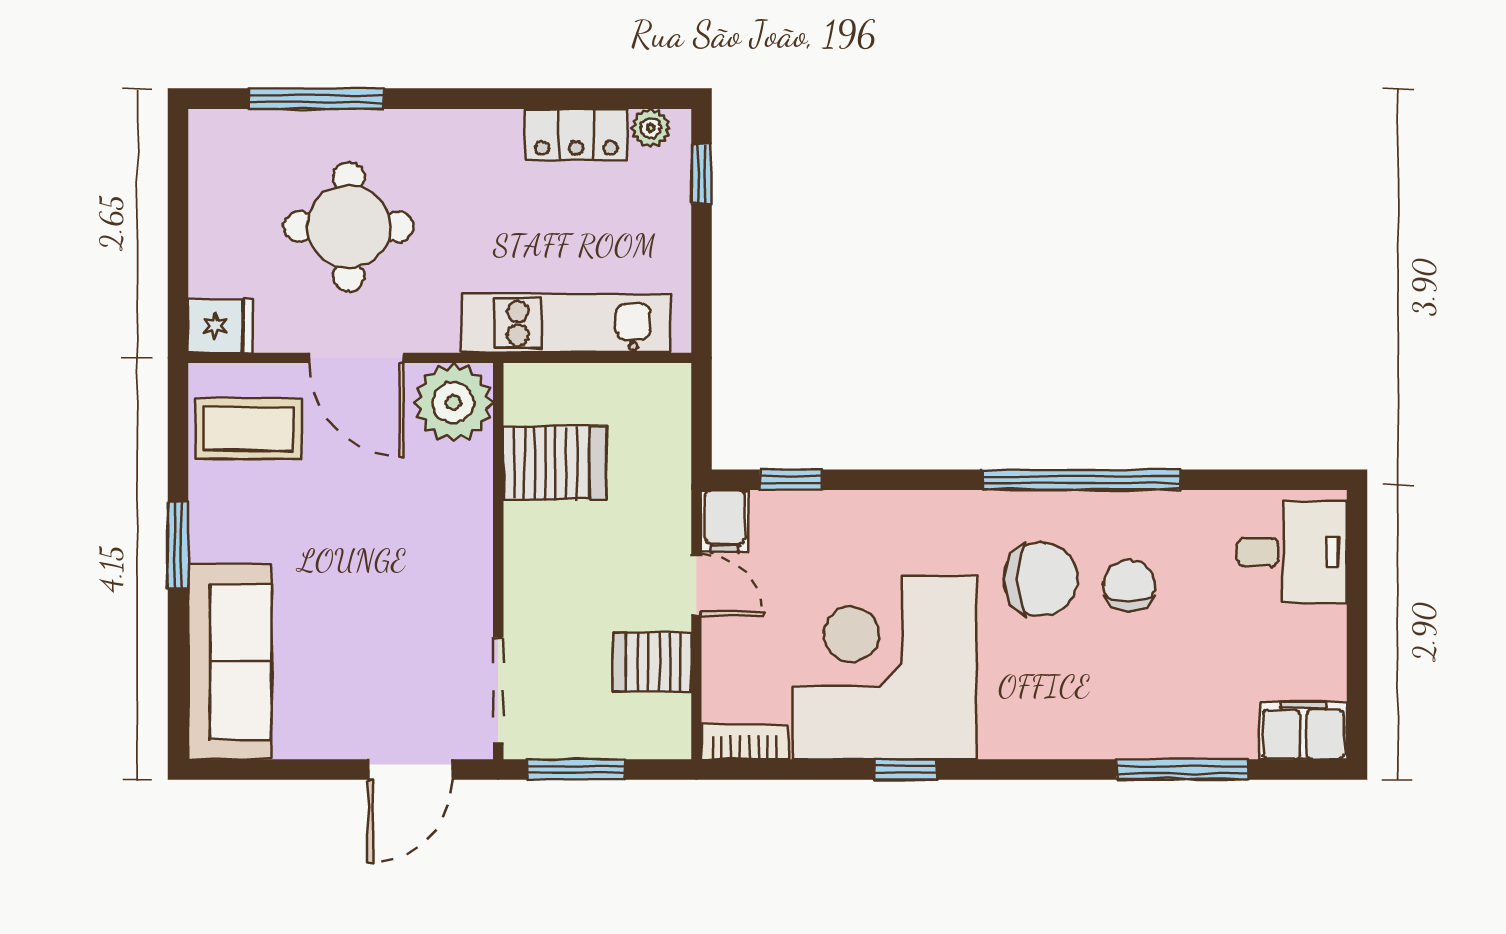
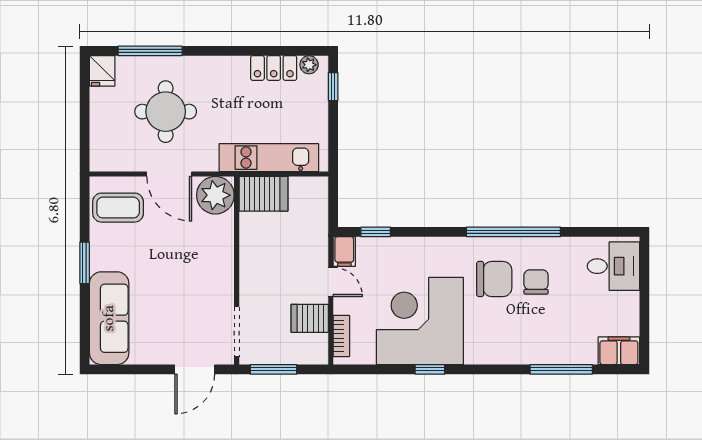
fridge: (220, 326) -> (102, 71), moved, turned 90
server rack: (555, 463) -> (263, 194), moved
bookcase: (745, 742) -> (341, 336), moved, turned 90

